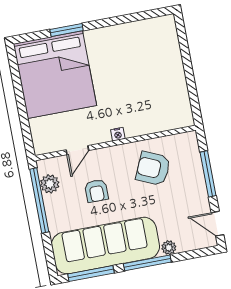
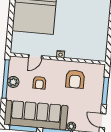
armchair: (153, 169) -> (75, 79), turned -114
plant: (50, 184) -> (13, 82), moved

